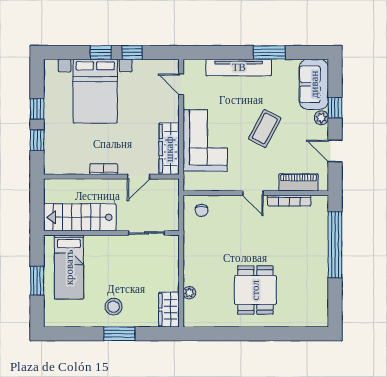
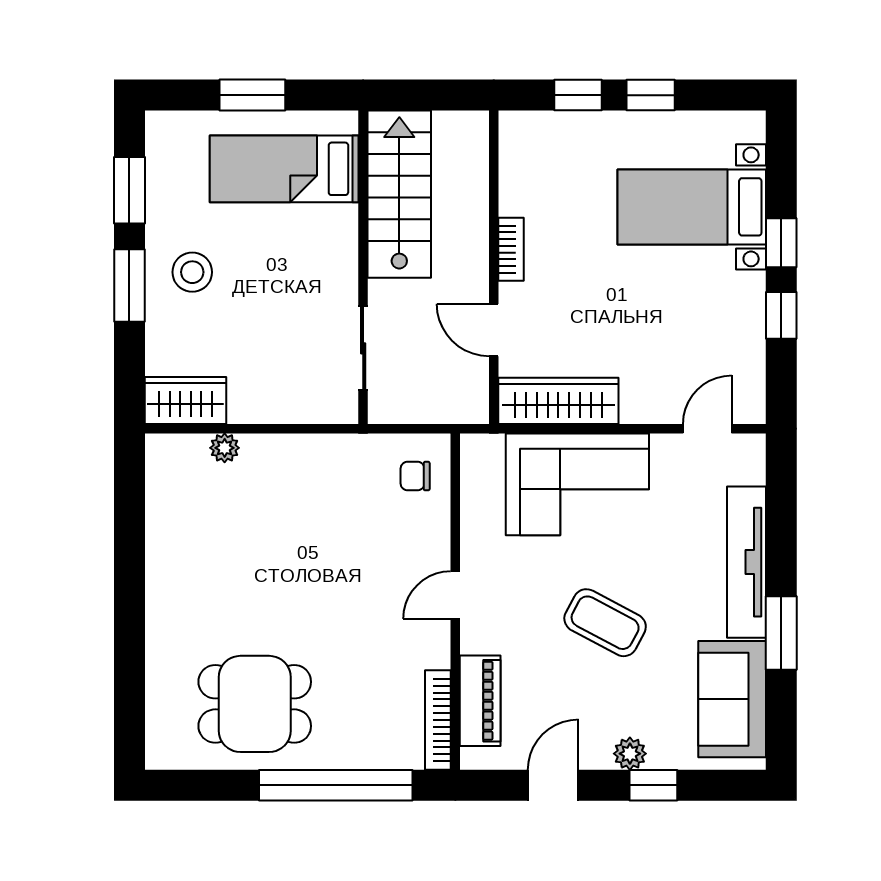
sofa: (314, 84) -> (732, 699), moved, turned -90
bed with nightstands: (95, 91) -> (692, 207), width x0.73
bookcase: (289, 201) -> (438, 720), moved
dining table: (255, 290) -> (255, 704), moved
window: (78, 334) -> (129, 190), added

